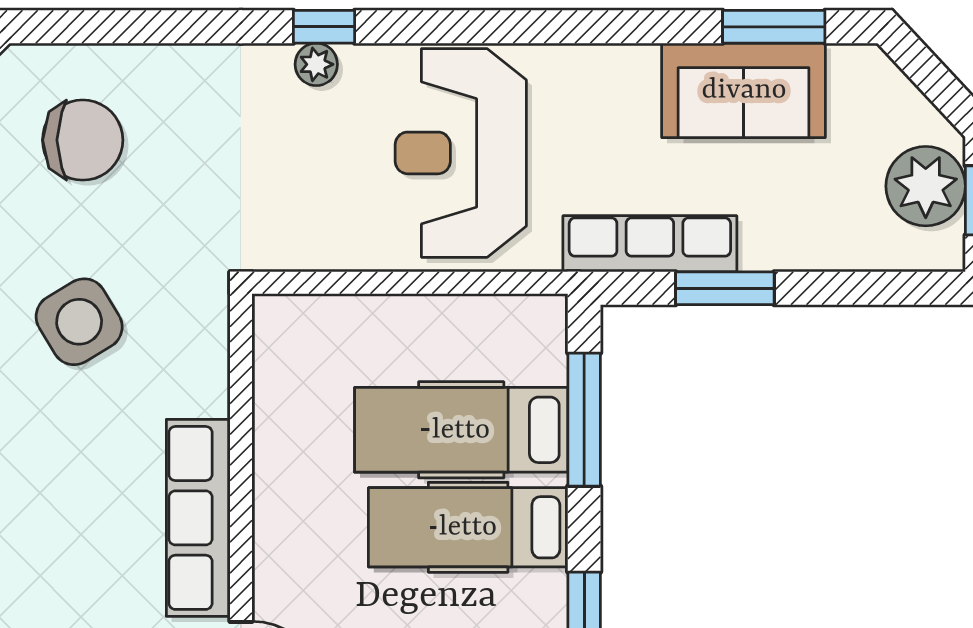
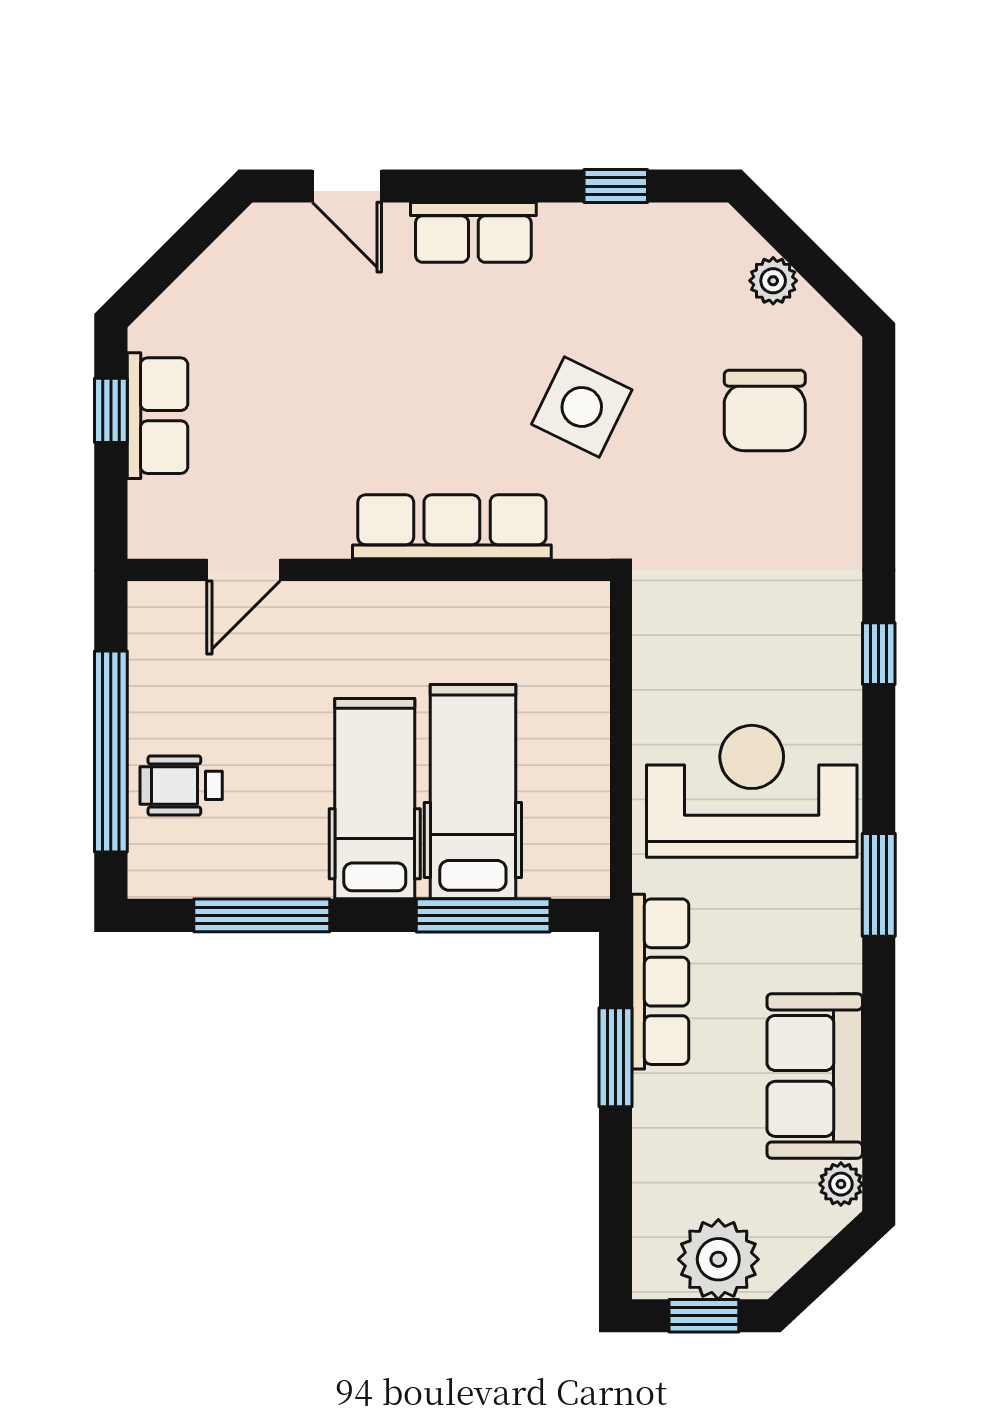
window: (774, 27) -> (879, 885), moved
plant: (316, 64) -> (841, 1184), moved
side table: (79, 322) -> (582, 407), turned -33
row of seats: (198, 518) -> (452, 527), moved

